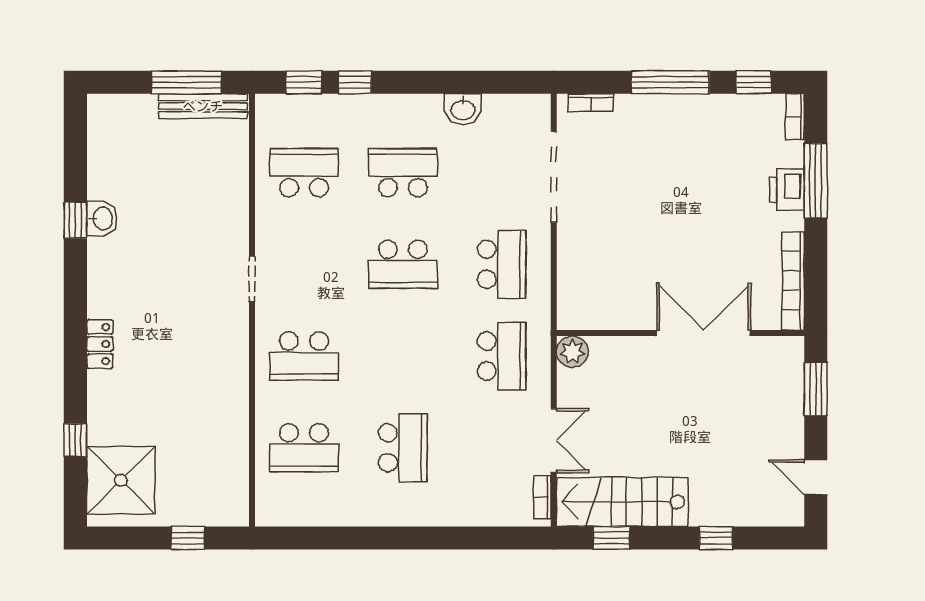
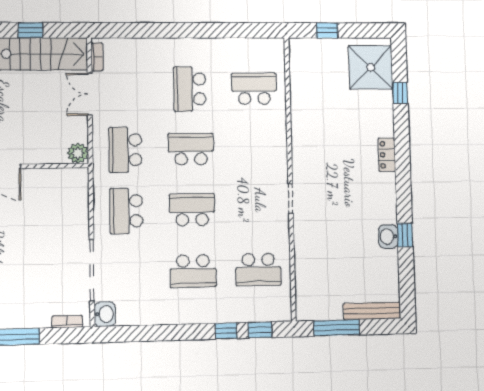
bench: (203, 106) -> (372, 311), moved
washbasin: (463, 109) -> (105, 314), moved, turned 90
school desk: (304, 356) -> (191, 149), moved
window: (612, 538) -> (30, 30), moved

